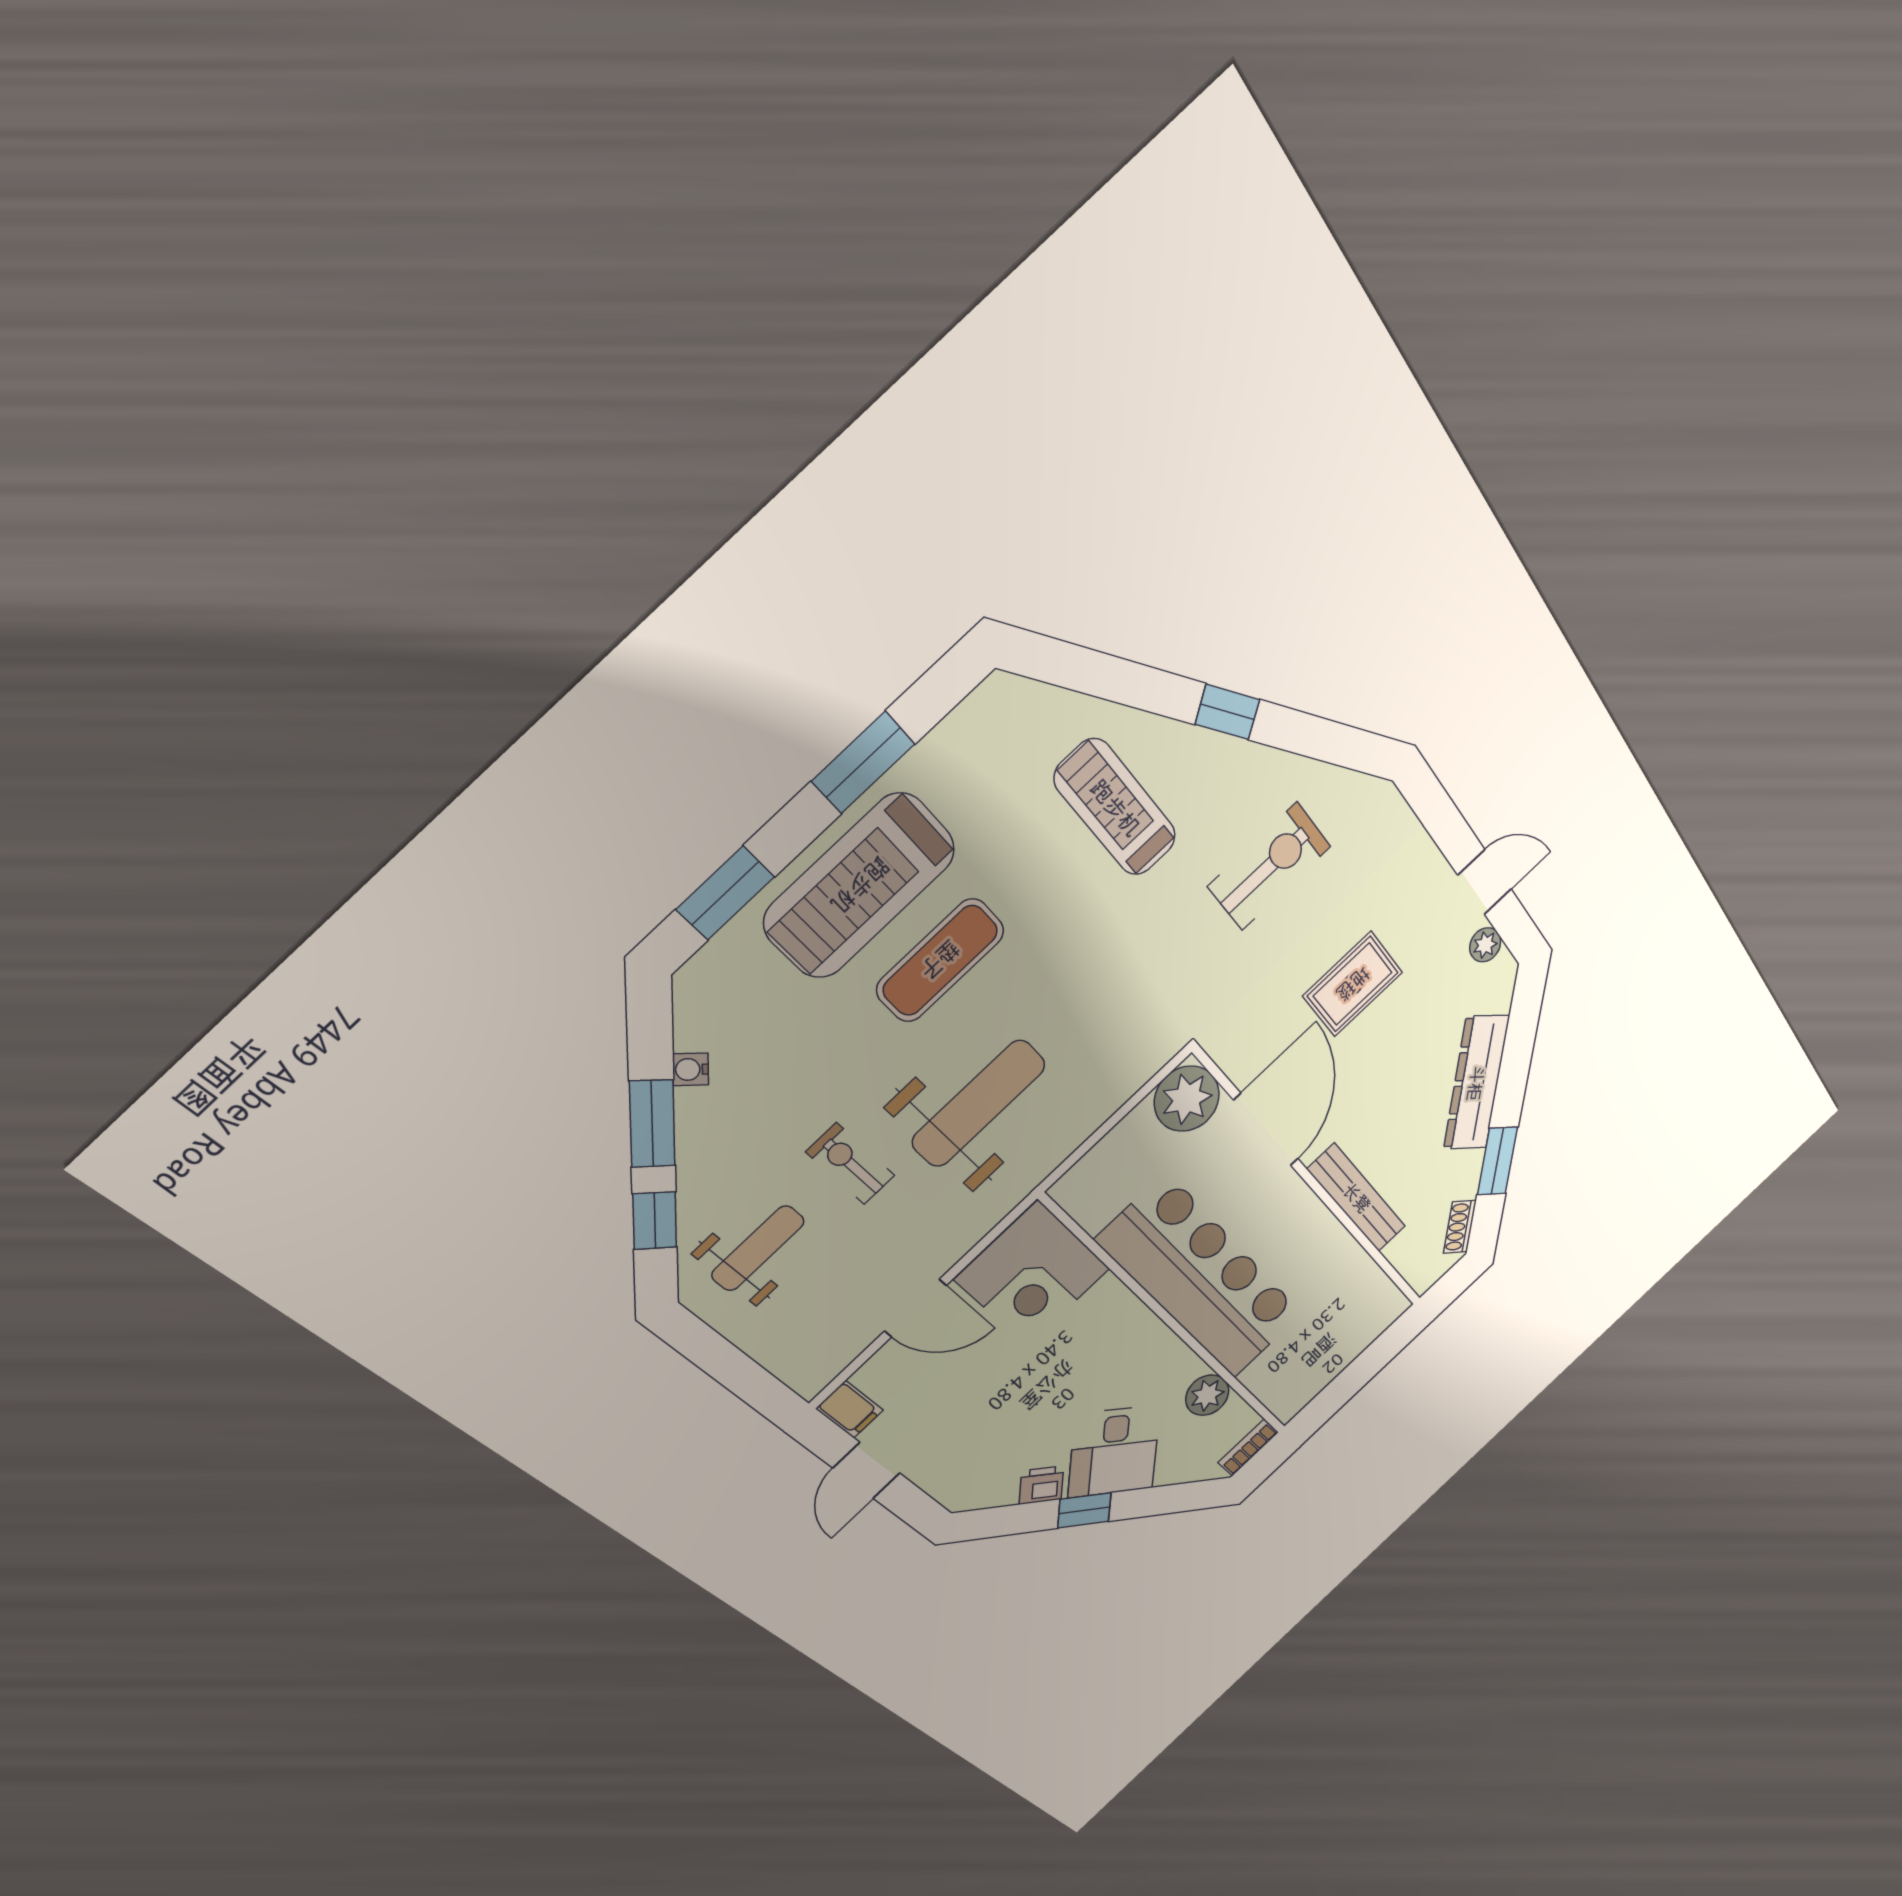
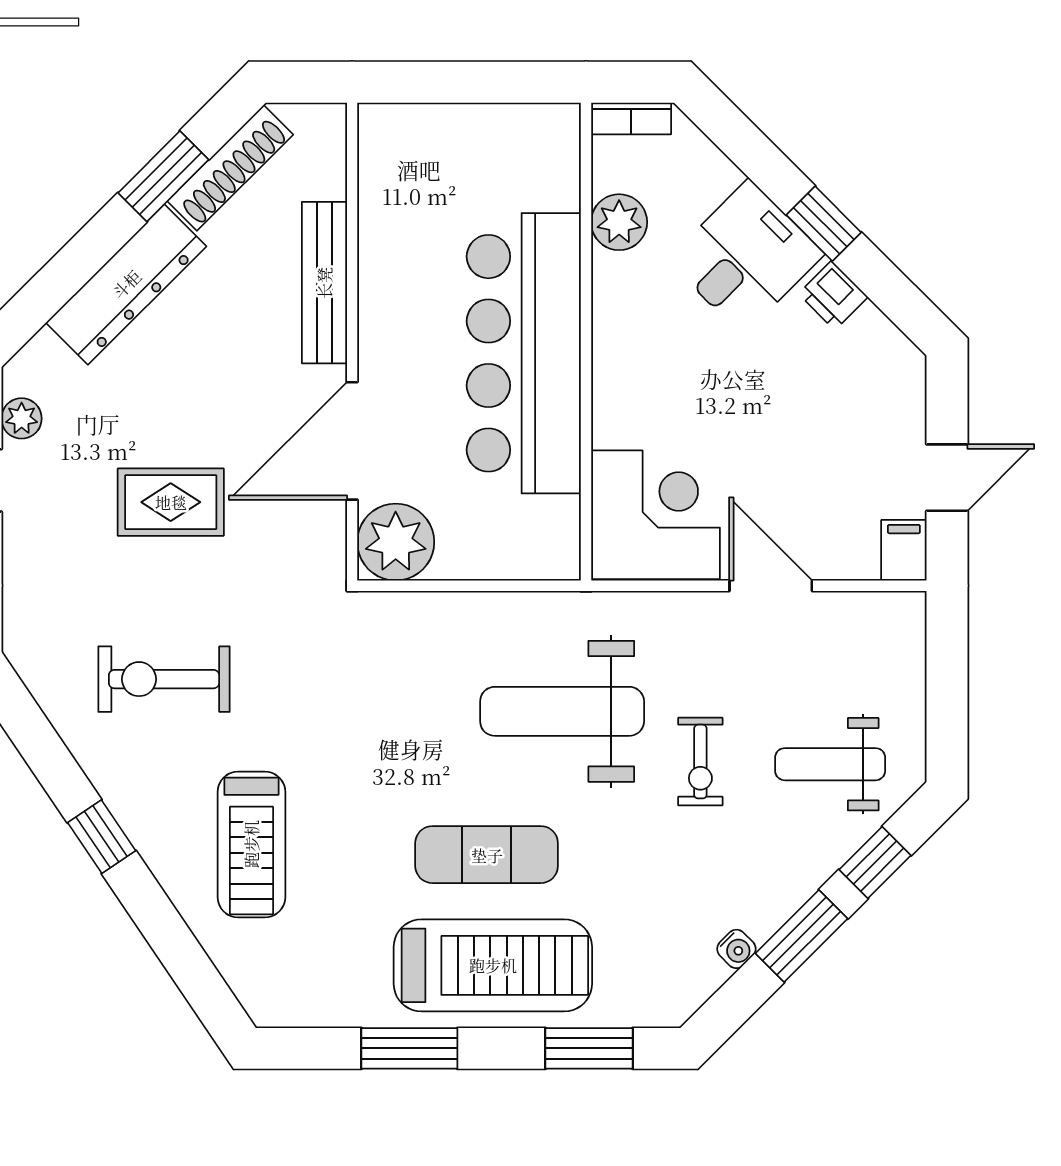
shoe rack: (1460, 1227) -> (230, 168), width x1.94, depth x1.24

